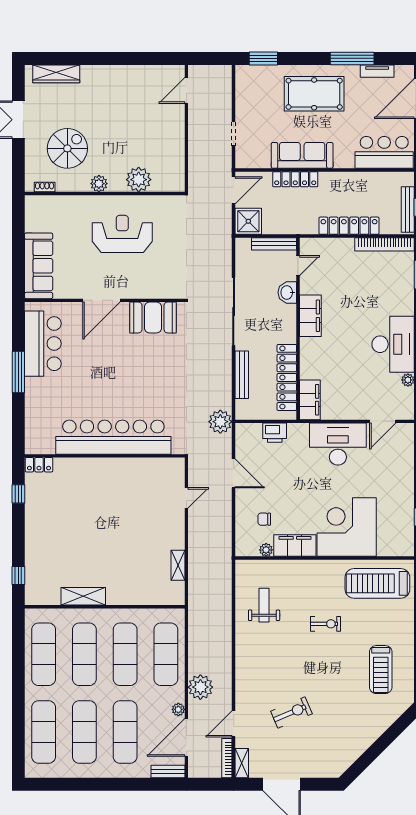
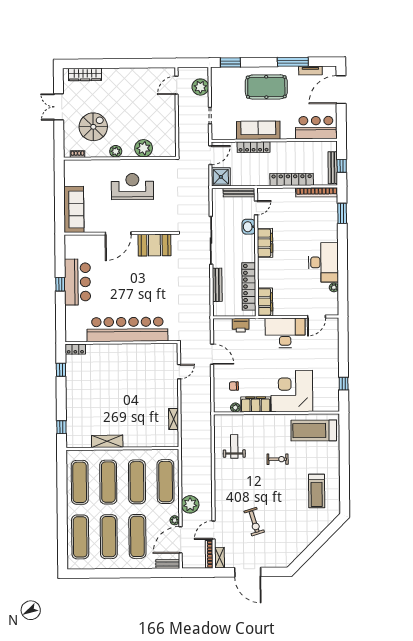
bar counter: (43, 344) -> (77, 282), moved
window: (18, 372) -> (60, 284), width x0.46
plant: (220, 422) -> (200, 87), moved
exercise bike: (291, 712) -> (254, 522), turned 96

